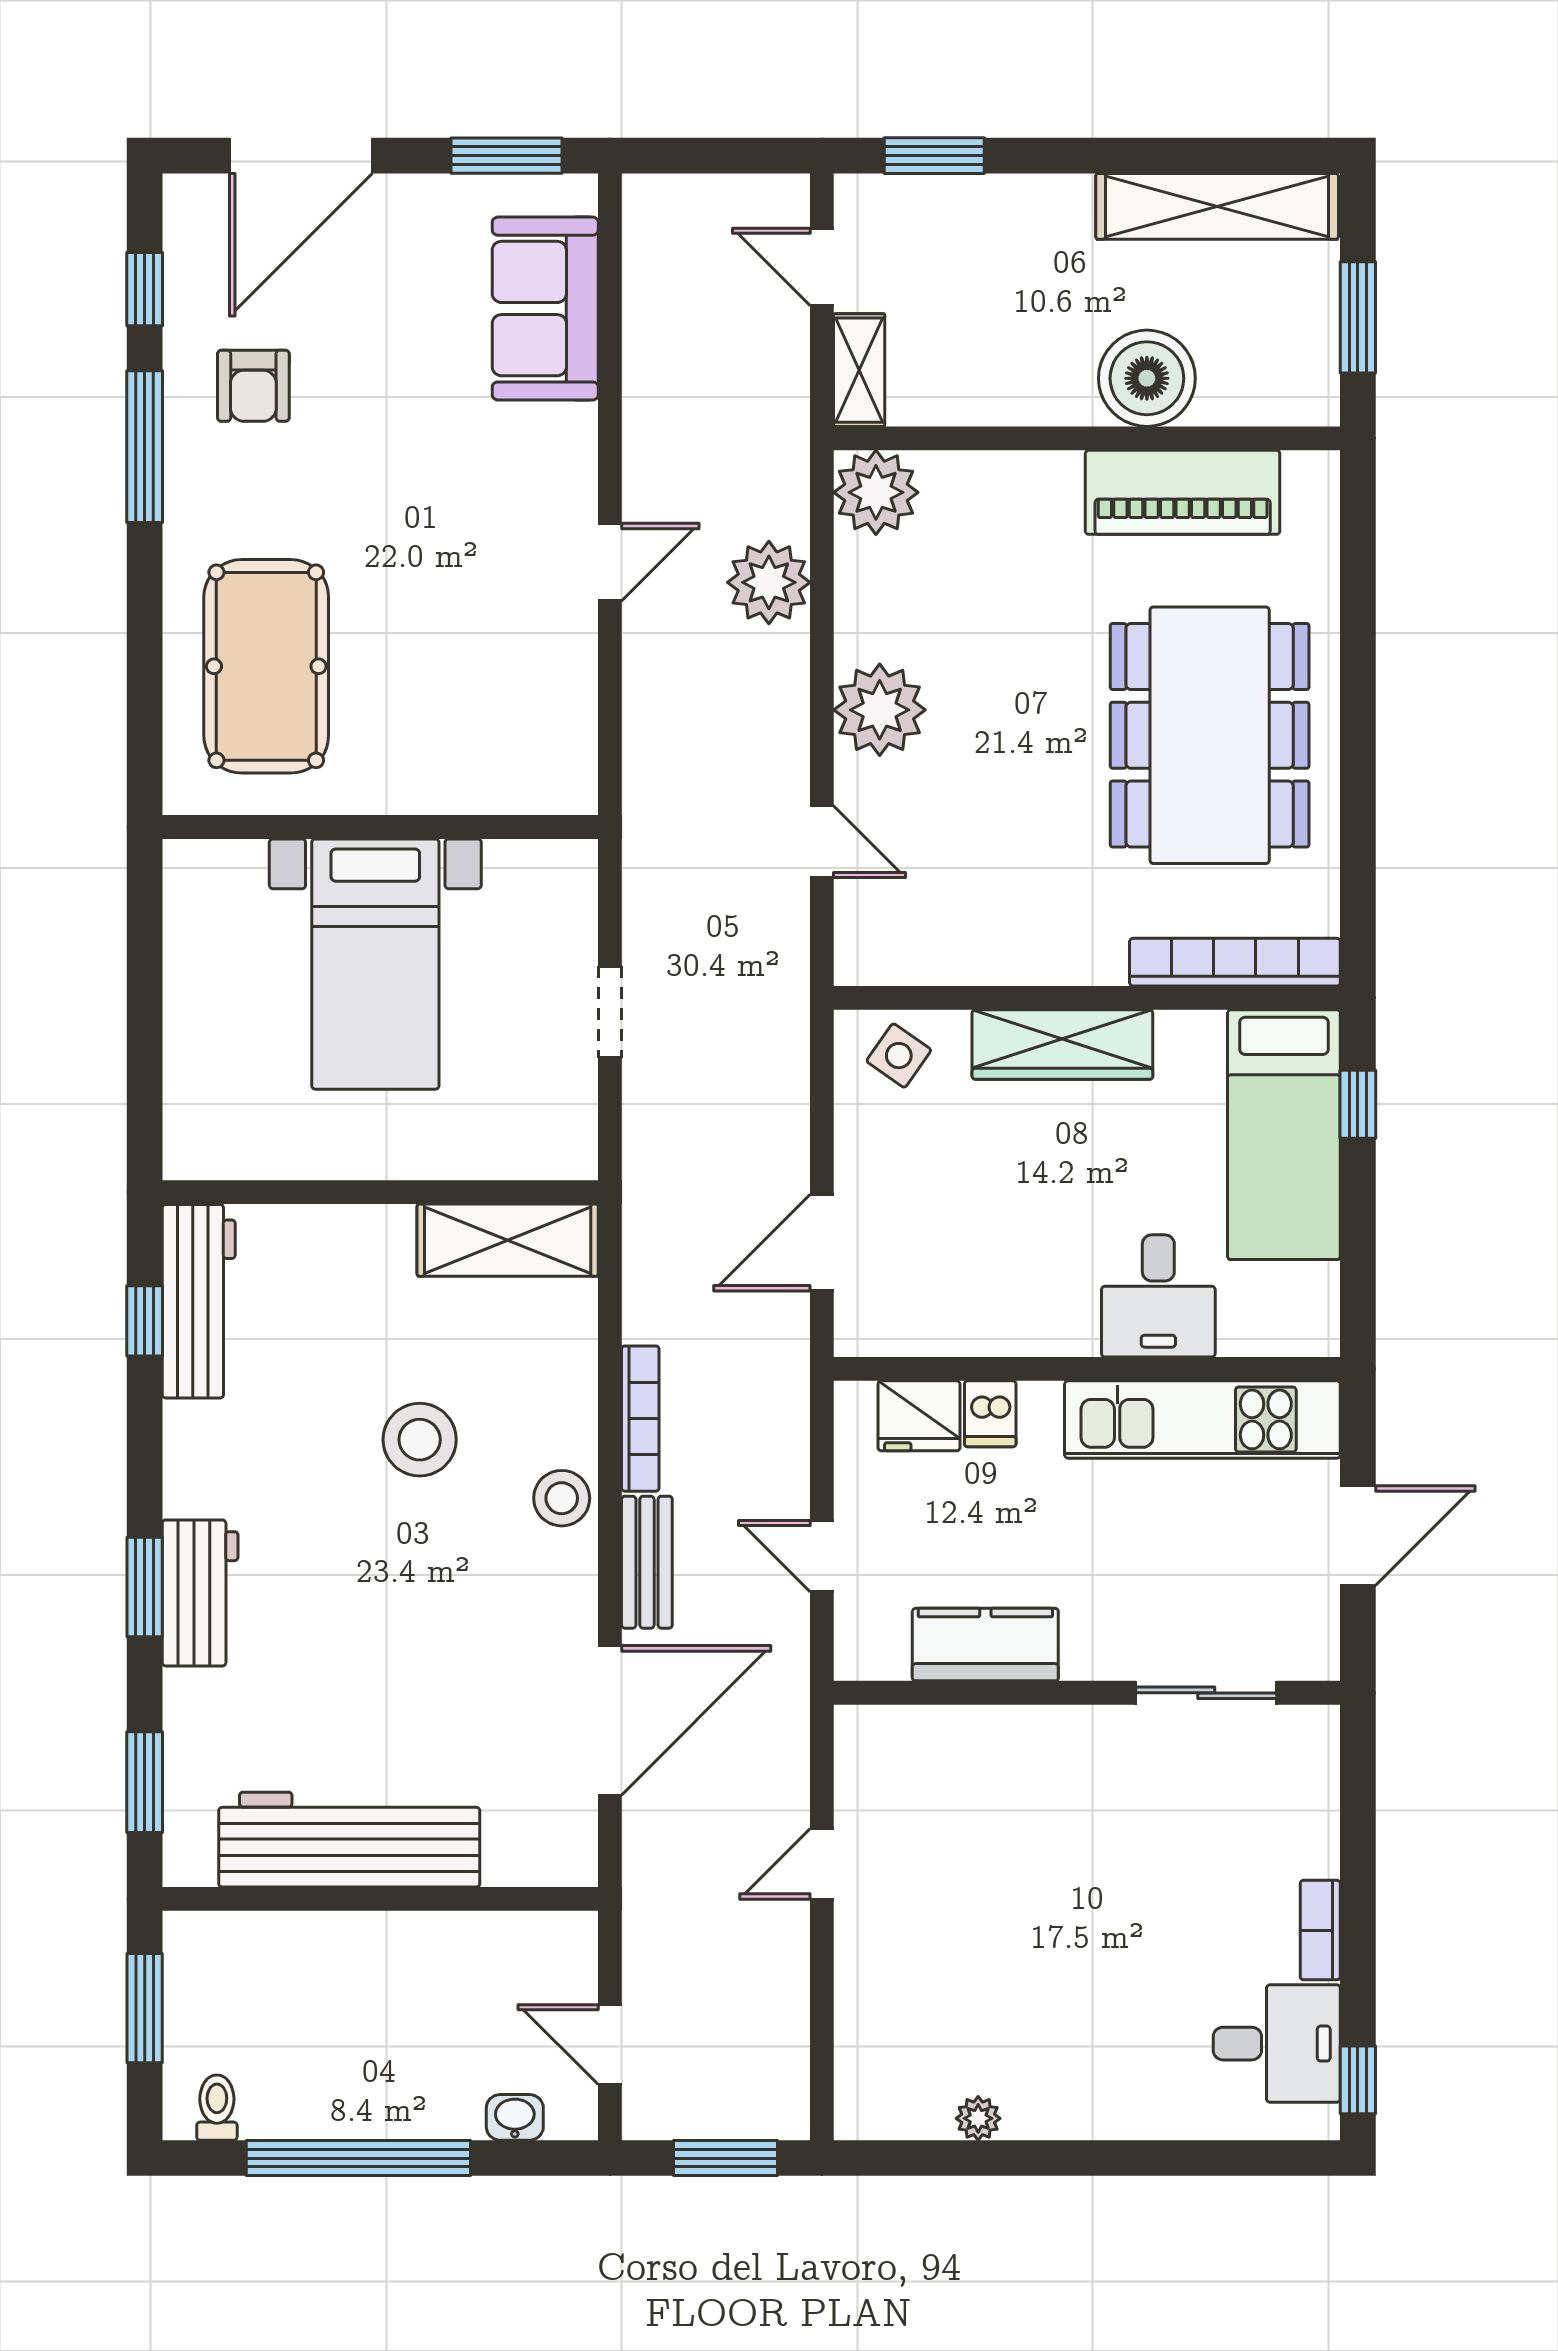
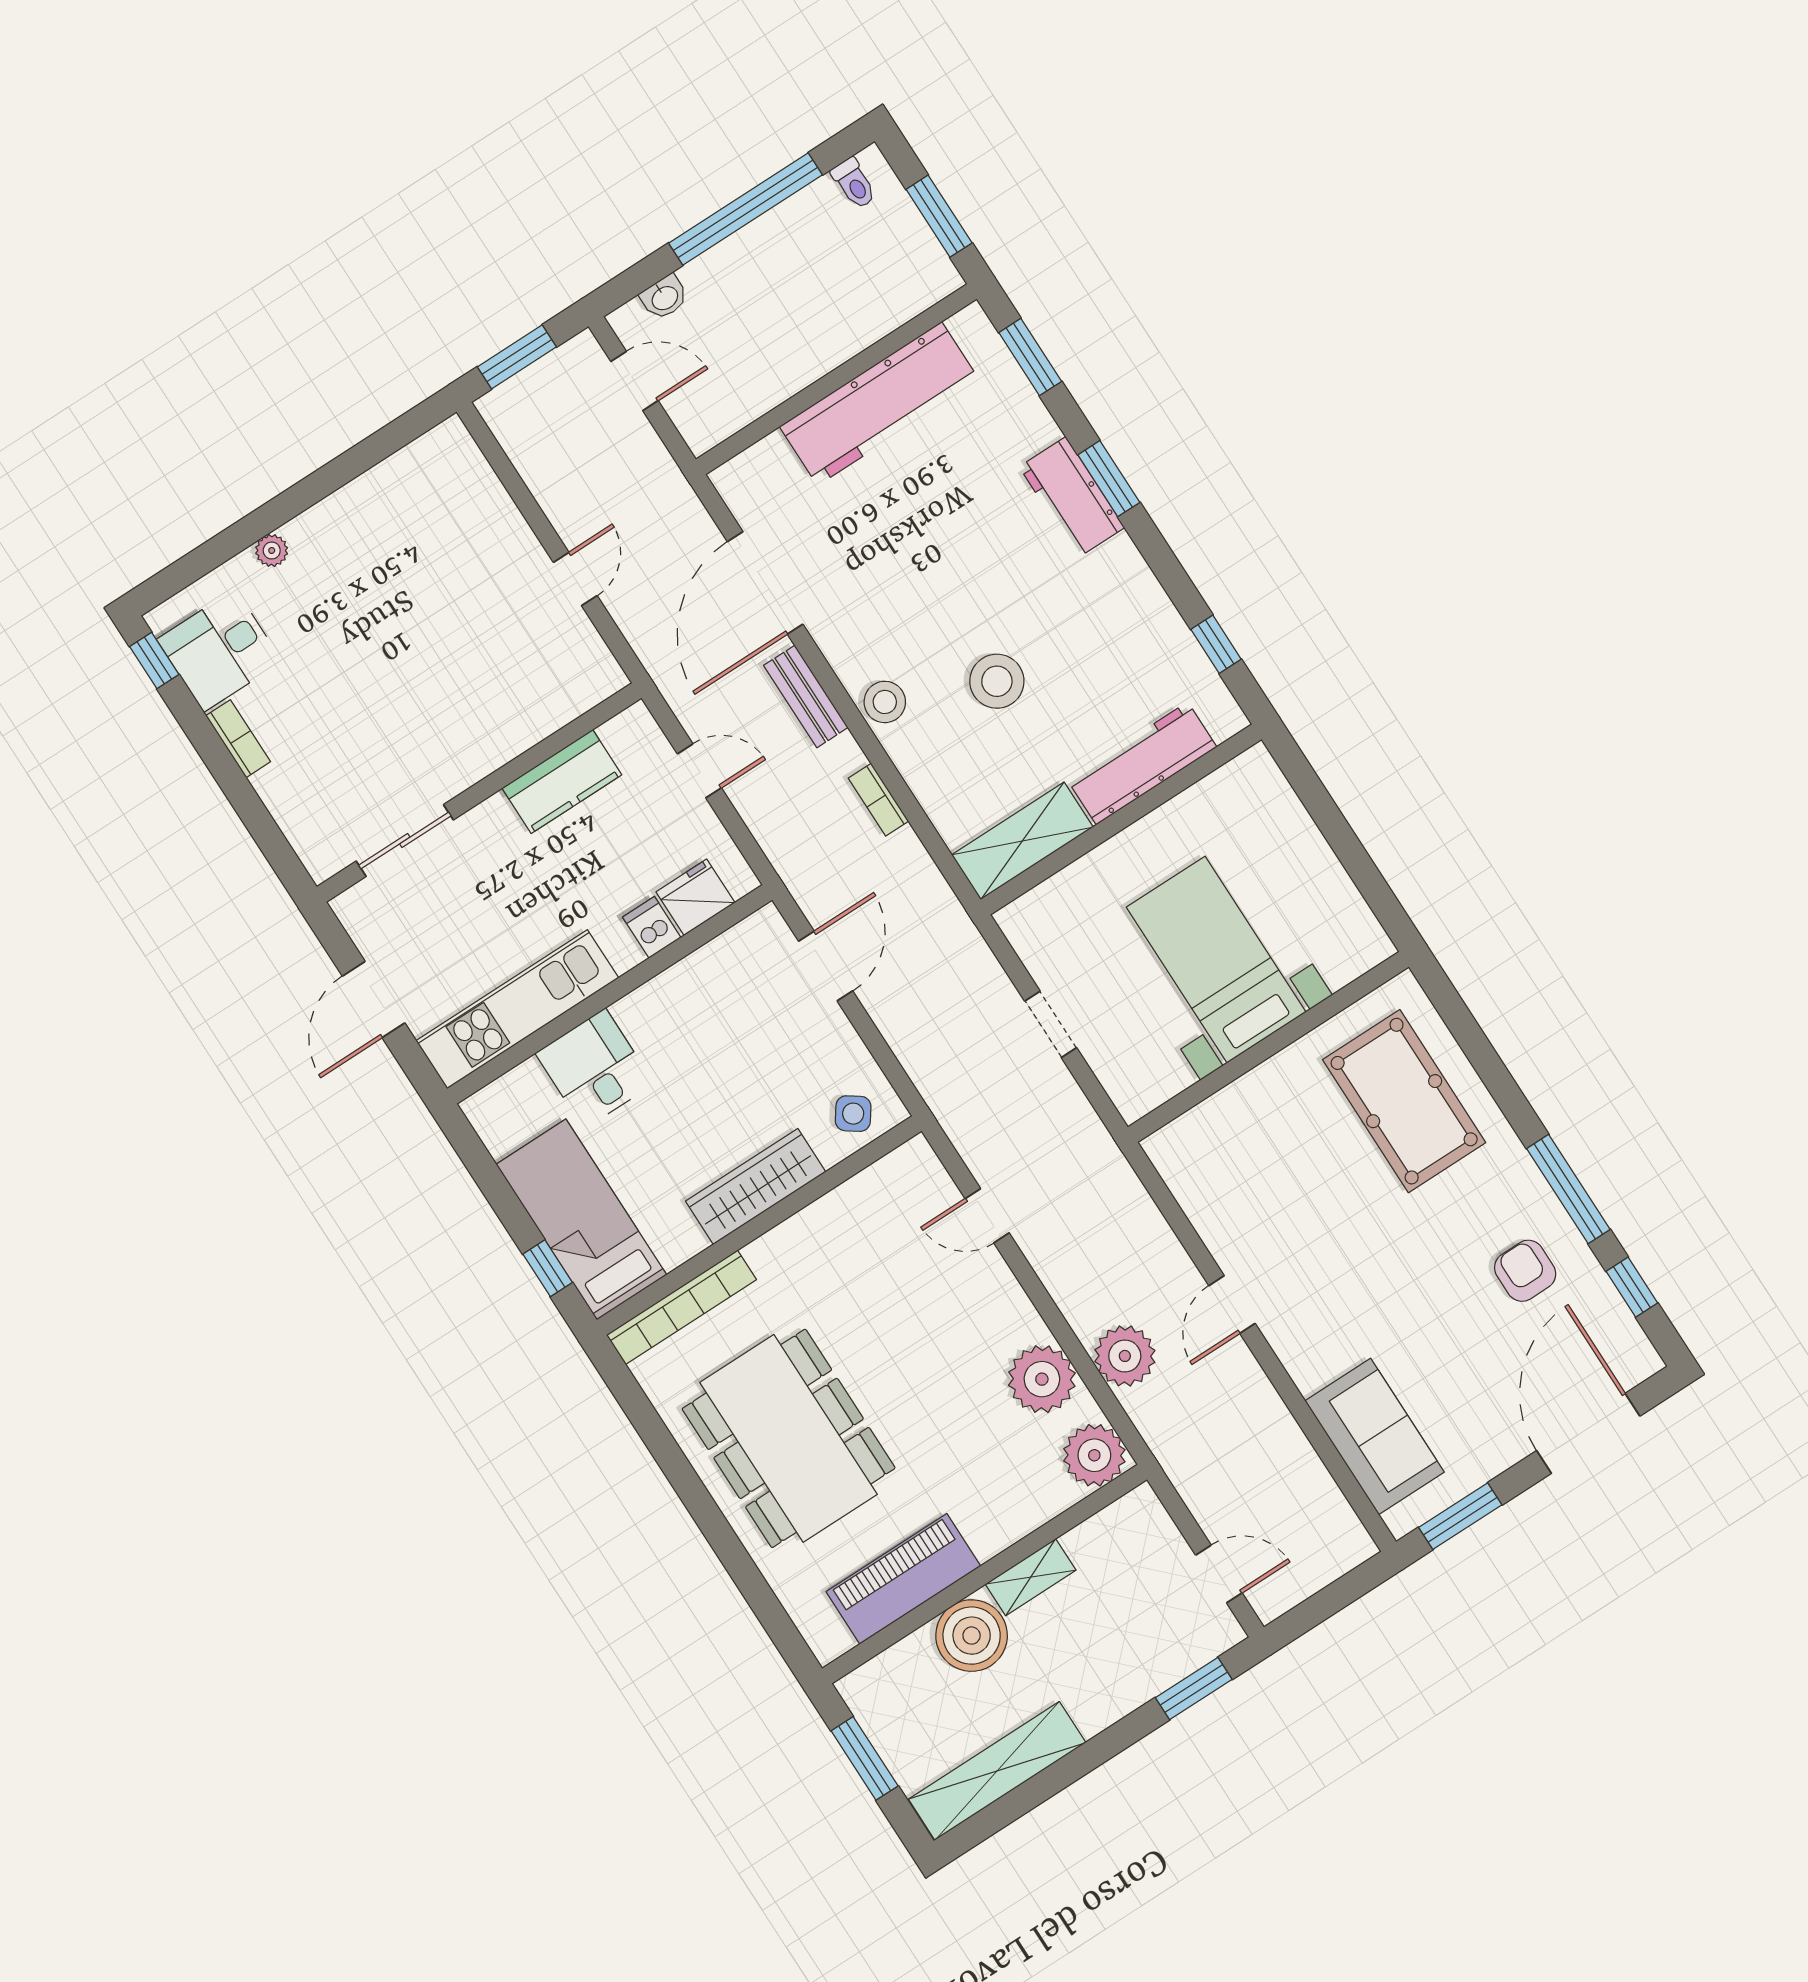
shelving: (859, 370) -> (1031, 1577), moved, turned 90
plant: (880, 710) -> (1042, 1379), moved
workbench: (199, 1301) -> (1142, 763), moved, turned 90
bookcase: (640, 1419) -> (878, 800), width x0.64
plant: (978, 2118) -> (272, 551), moved

